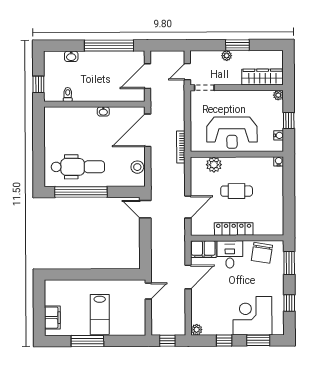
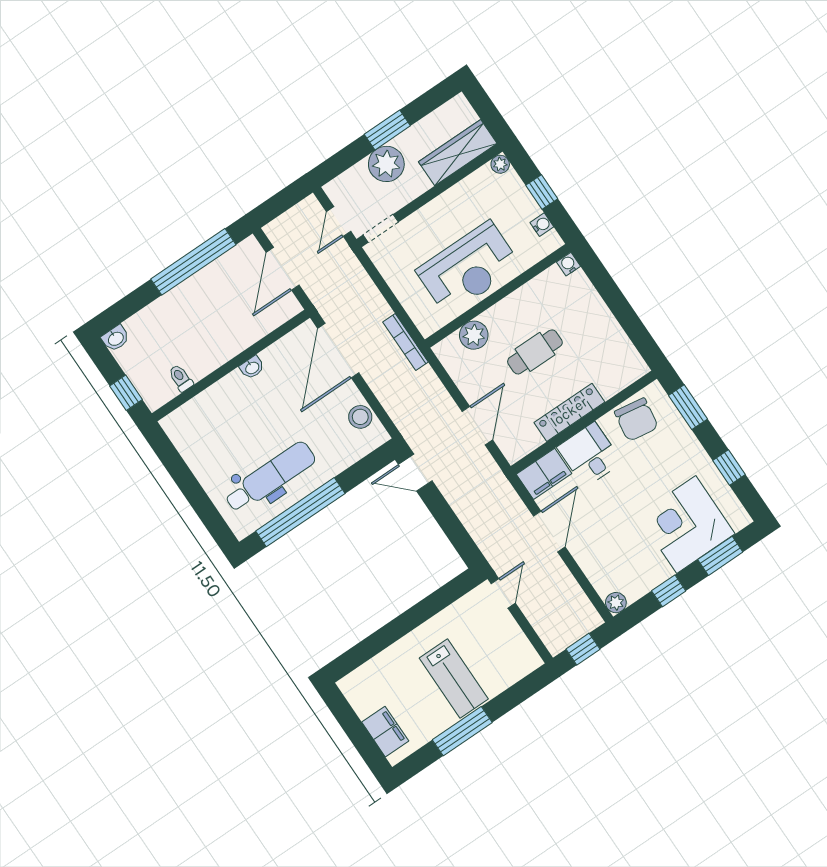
washbasin: (71, 56) -> (115, 338), moved
plant: (227, 56) -> (386, 164), width x1.88, depth x1.88

